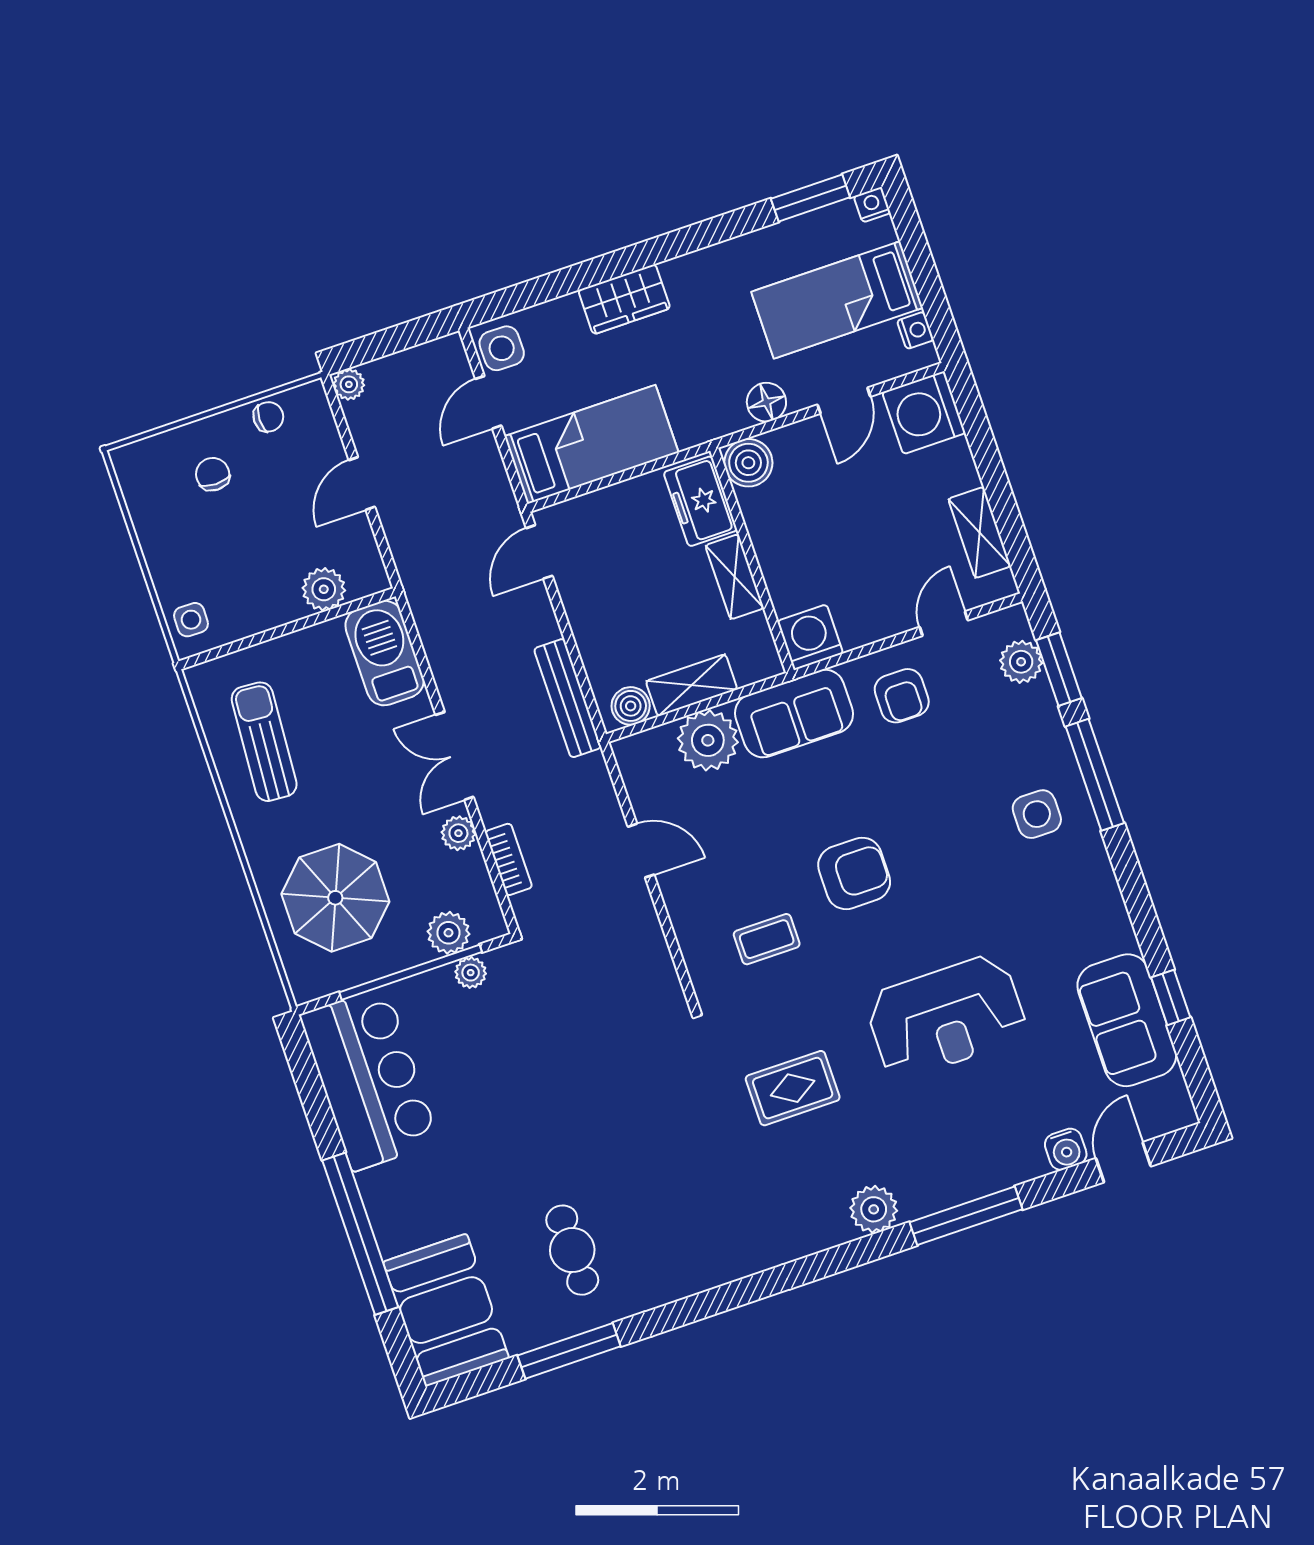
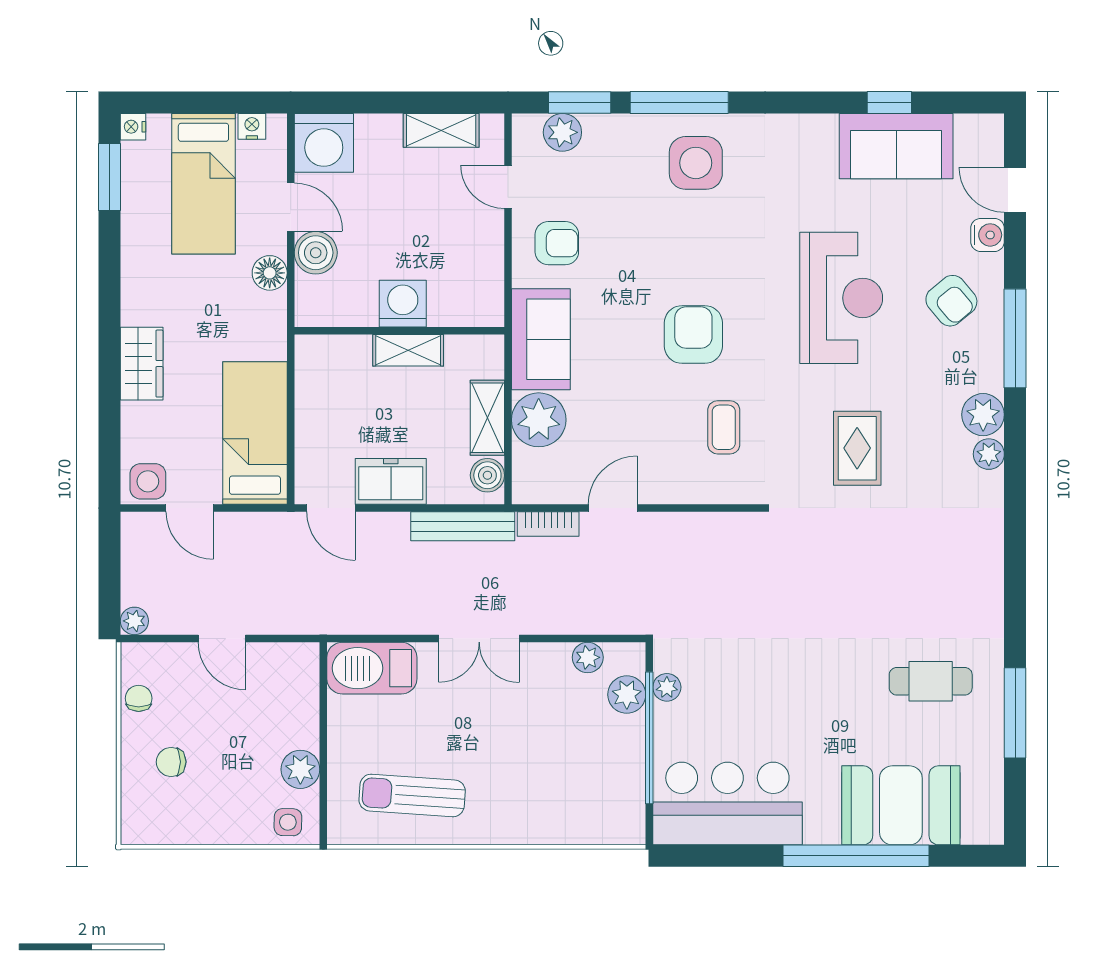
boiler: (748, 463) -> (316, 253), moved
freezer: (700, 501) -> (391, 481), moved, turned 180
plant: (324, 589) -> (300, 769), moved
washing machine: (810, 637) -> (403, 304), moved, turned 90
side table: (1037, 814) -> (696, 163), width x1.37, depth x1.37
plant: (458, 833) -> (588, 657), moved
bookcase: (509, 859) -> (548, 524), moved, turned 180
parasol: (335, 898) -> (565, 780), removed
armchair: (983, 1135) -> (951, 301), added
plant: (834, 1230) -> (989, 454), added
booth: (446, 1310) -> (901, 805), moved

